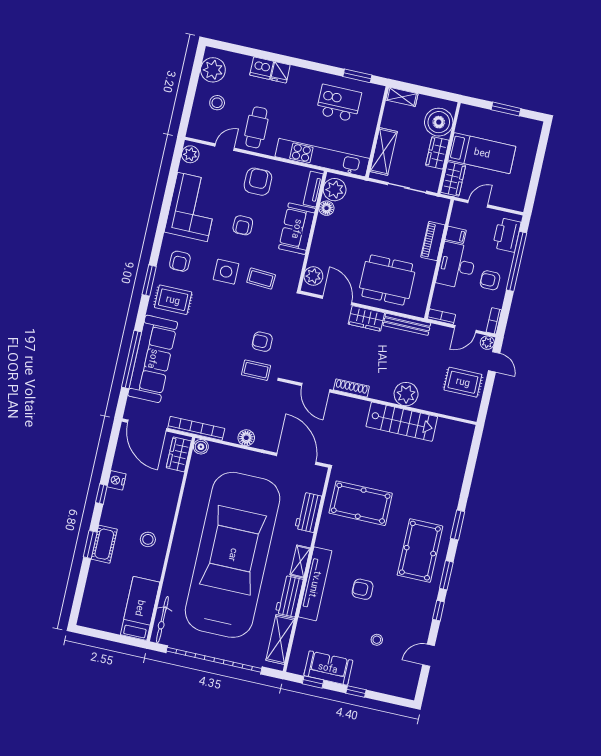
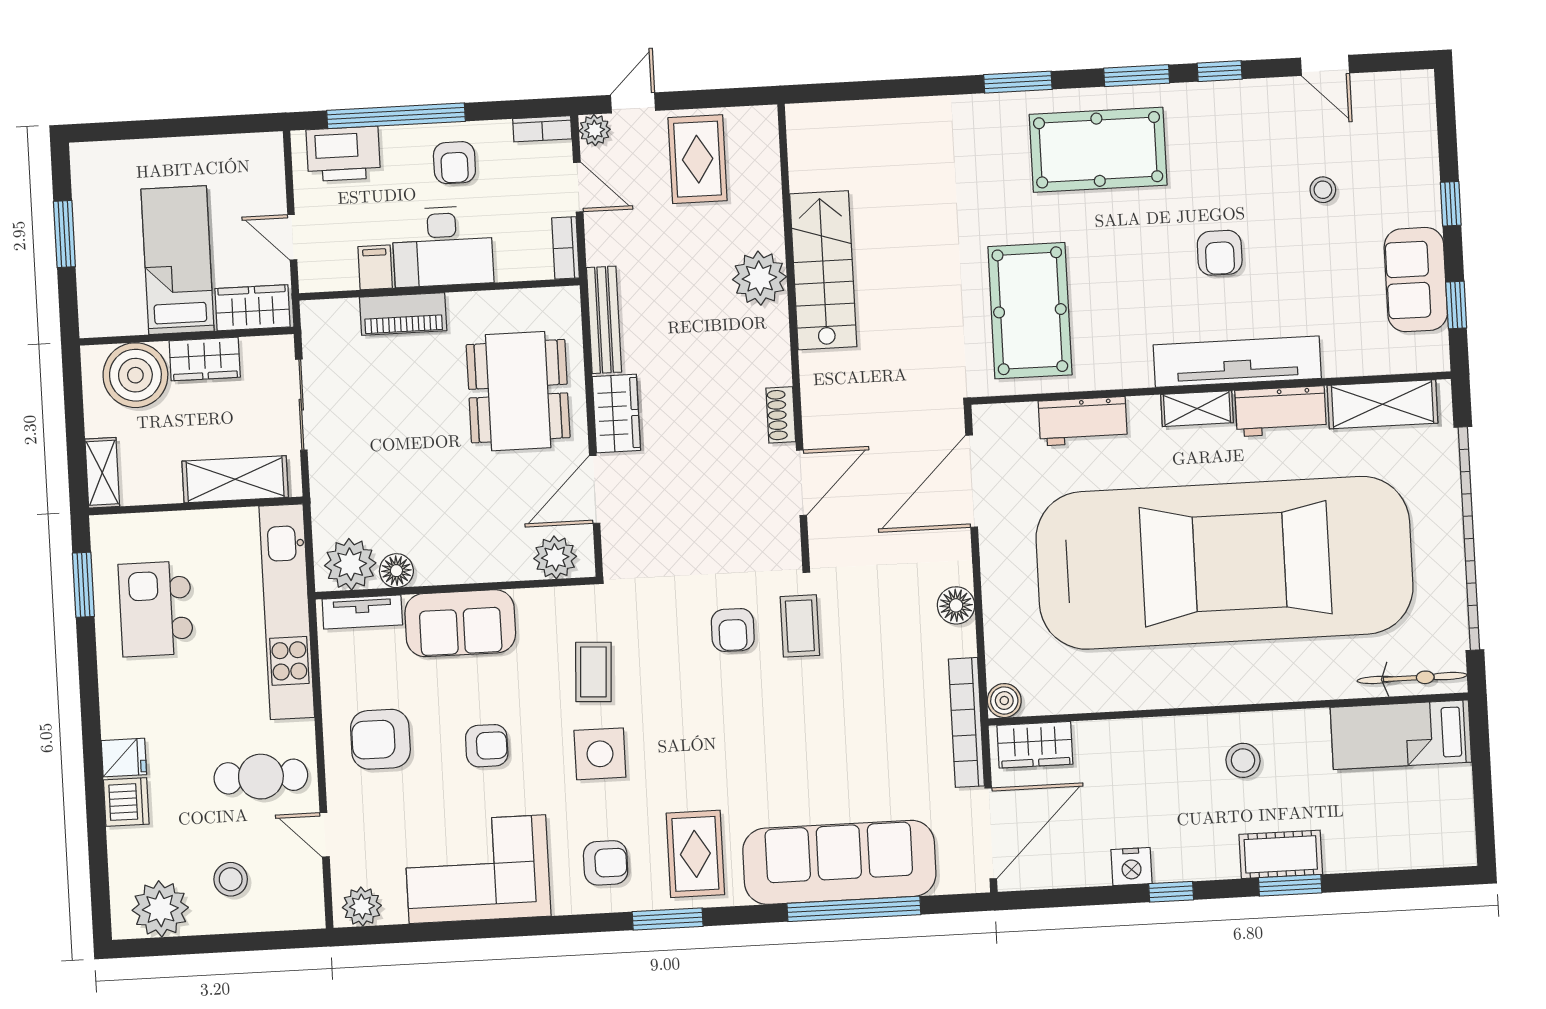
shoe rack: (351, 388) -> (781, 415), width x0.70
car: (233, 555) -> (1224, 563), turned 180

